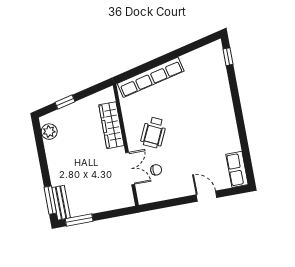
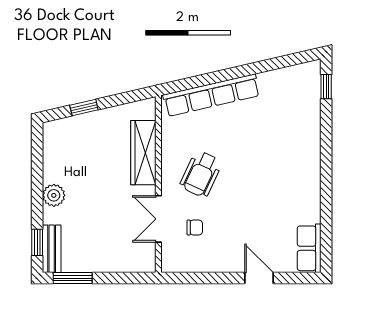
plant: (49, 132) -> (54, 195), moved
double door: (130, 169) -> (158, 219), swing flipped
window: (50, 200) -> (37, 242), width x0.67

